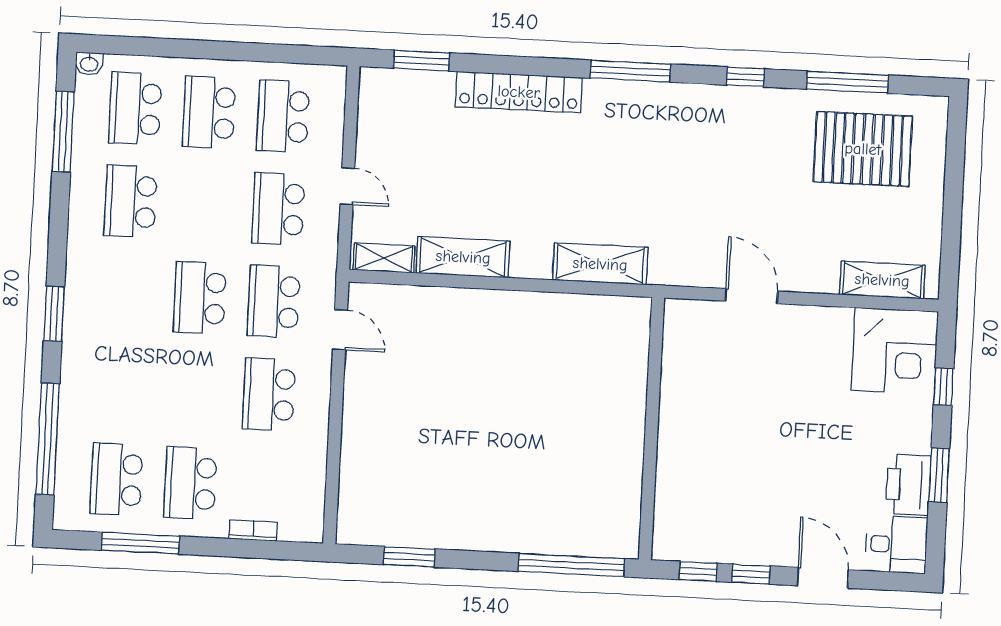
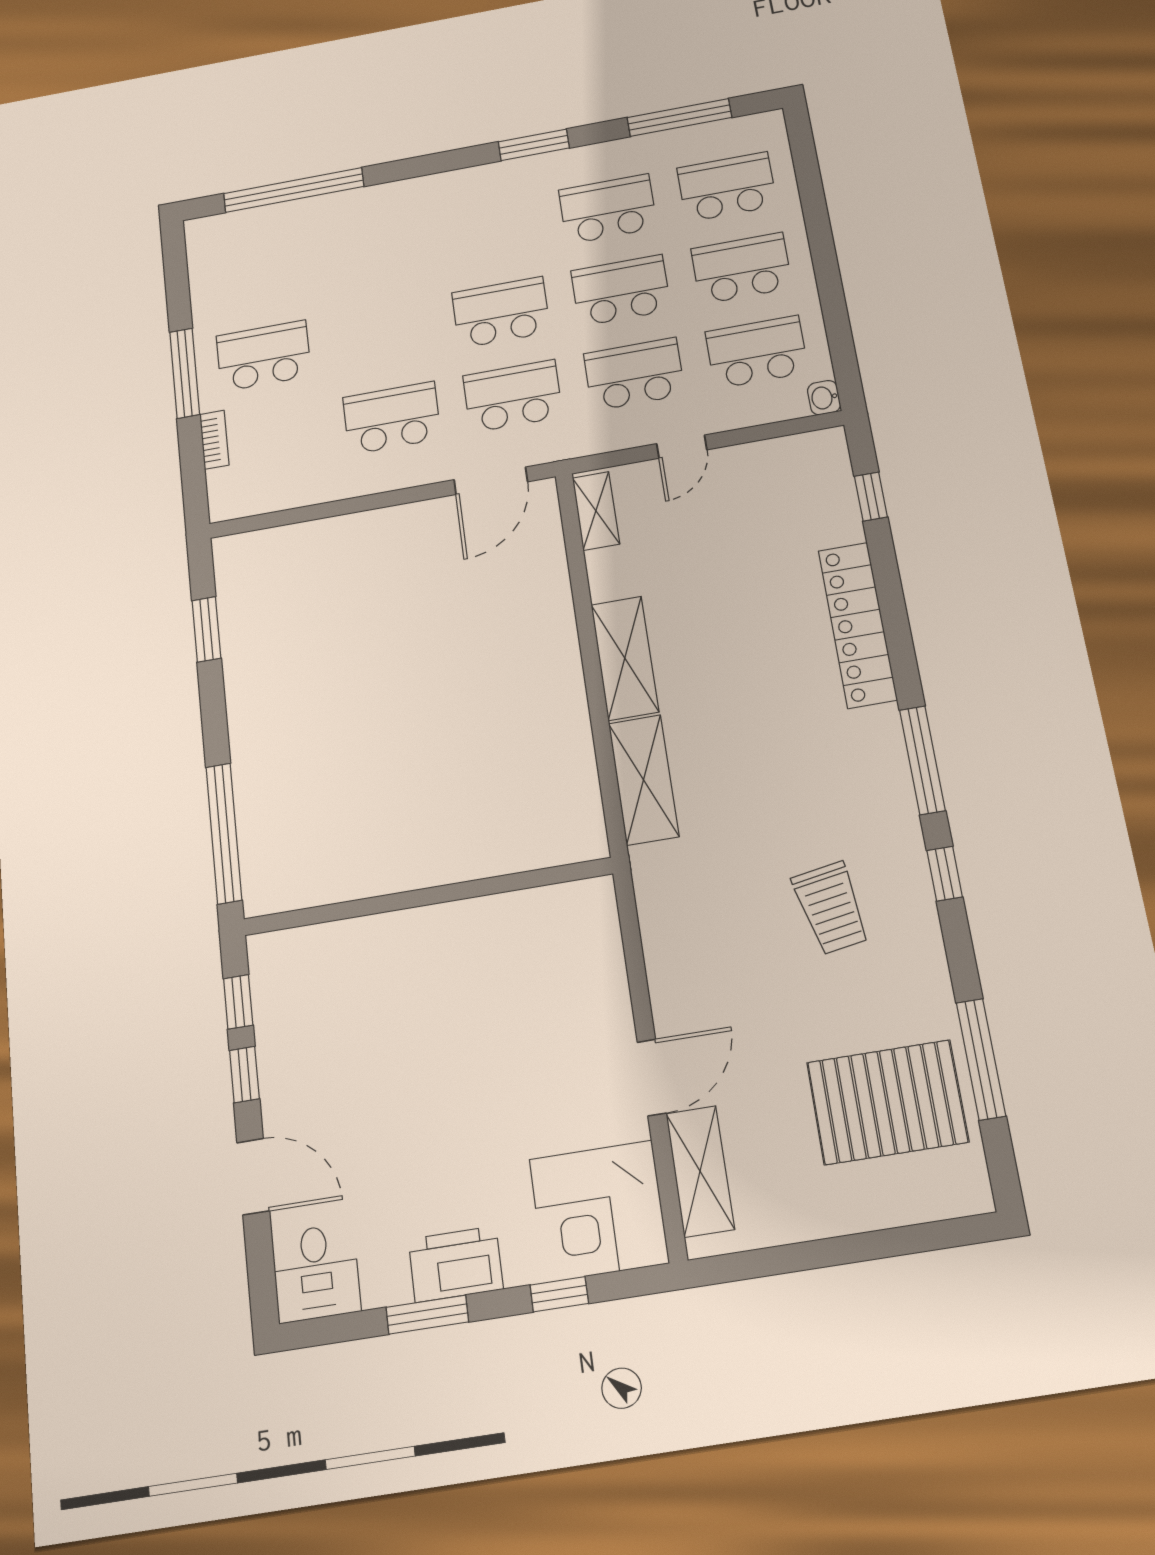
window: (422, 61) -> (871, 497), width x0.67
washbasin: (89, 64) -> (824, 398), moved
window: (745, 77) -> (945, 874), moved
pallet: (863, 149) -> (887, 1102), turned 90
trolley: (722, 156) -> (831, 908), added
shelving: (463, 257) -> (625, 658), moved
door: (751, 296) -> (652, 1078), moved
window: (54, 314) -> (534, 145), moved
door: (340, 330) -> (491, 481), width x1.38
school desk: (116, 479) -> (621, 290), moved
printer: (908, 485) -> (456, 1264), moved
window: (141, 543) -> (185, 373), moved
door: (823, 578) -> (253, 1177), hinge flipped

